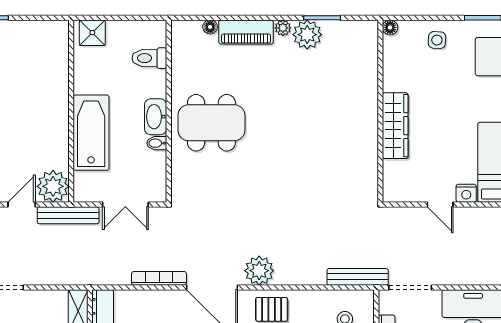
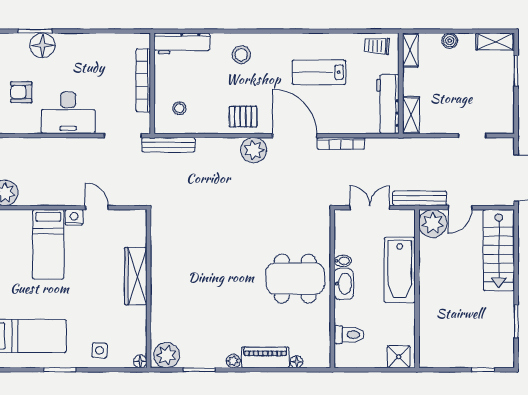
plant: (307, 35) -> (167, 355), moved

